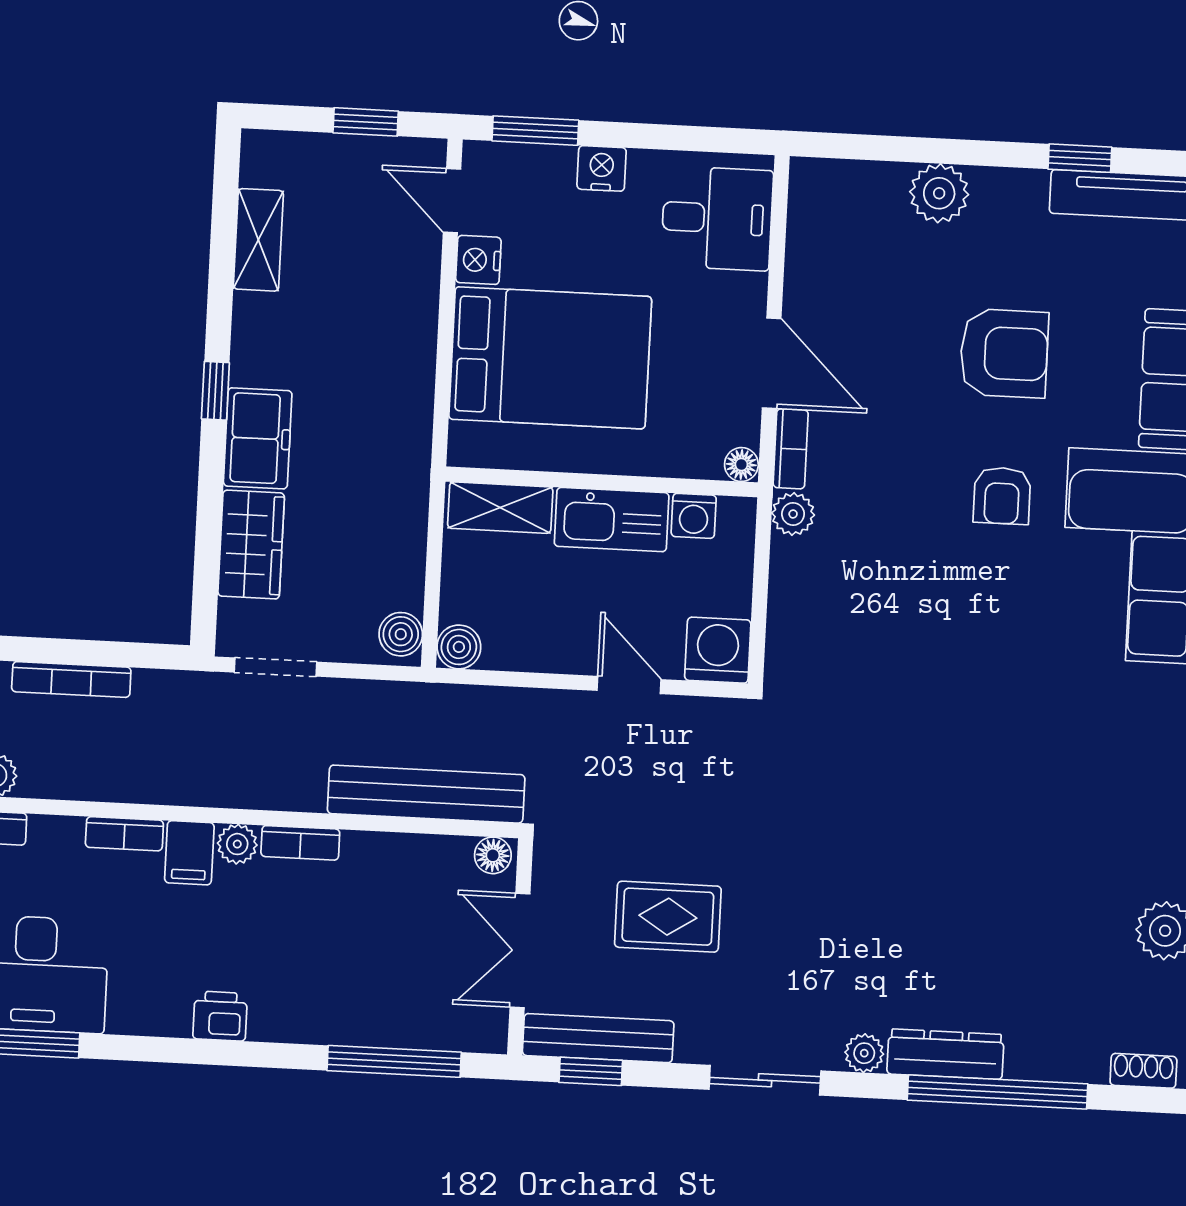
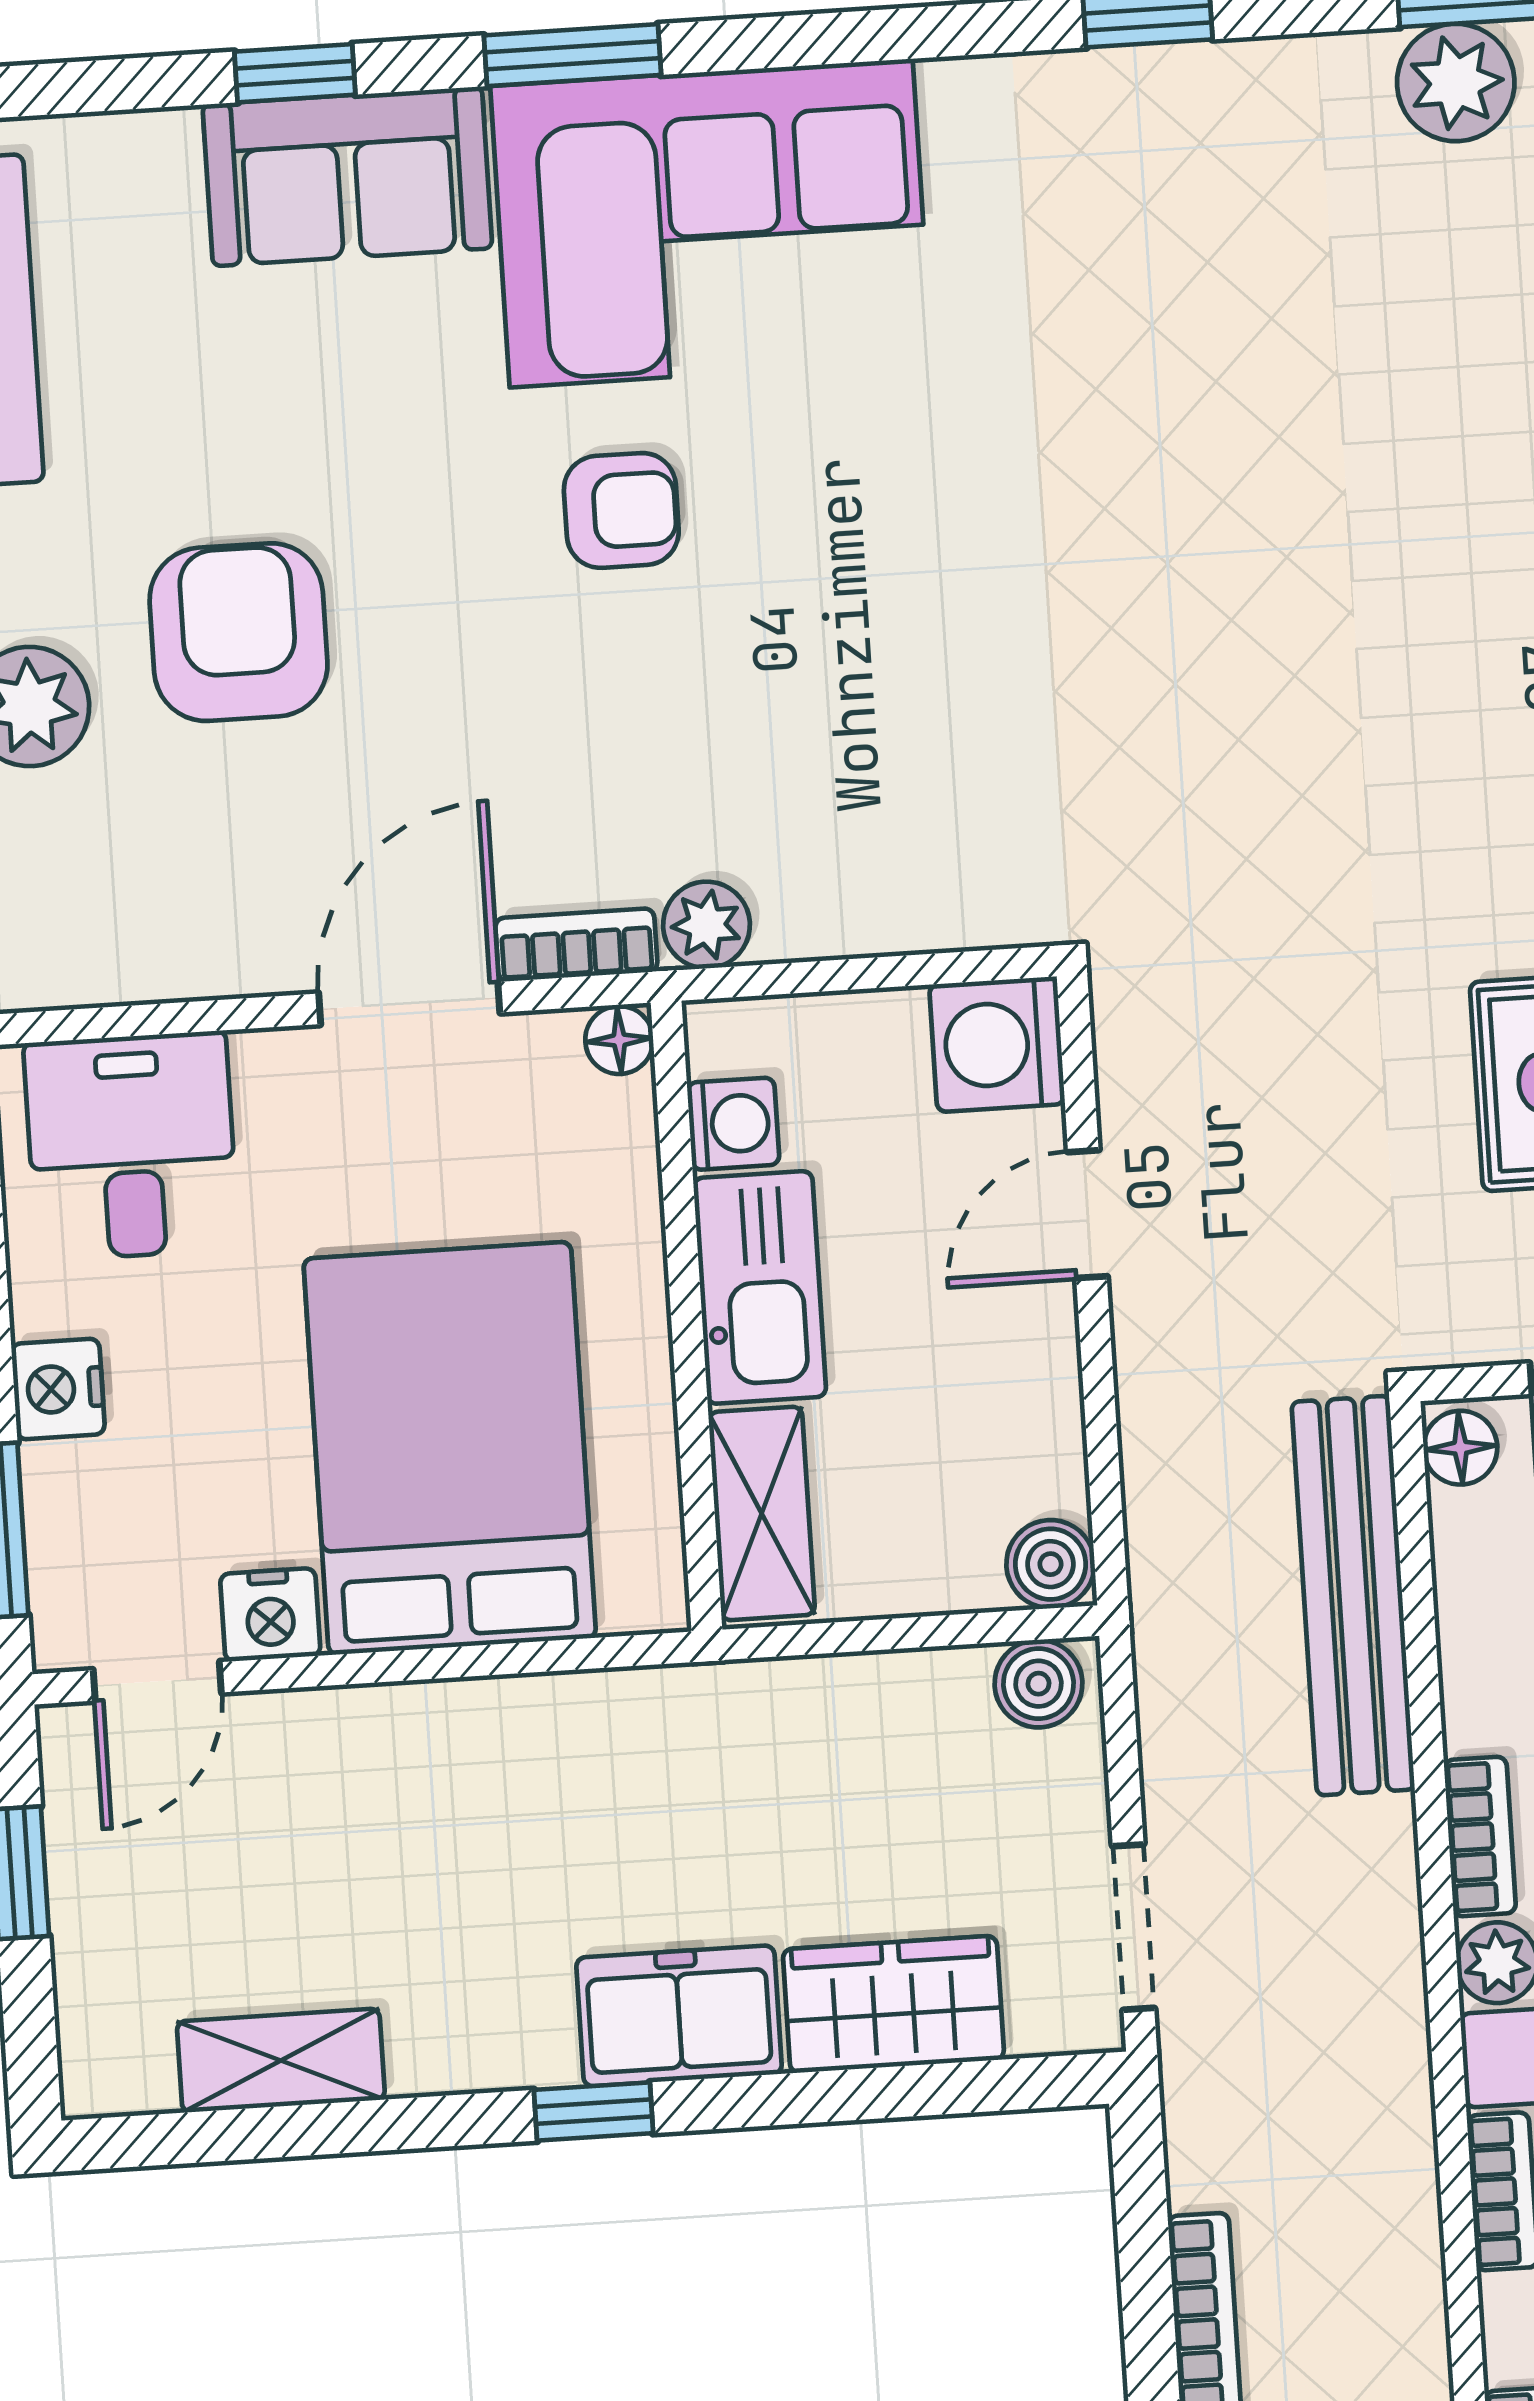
armchair: (1004, 353) -> (239, 632), moved

